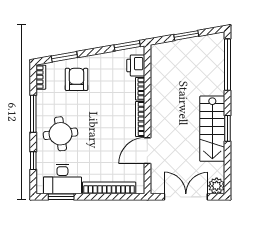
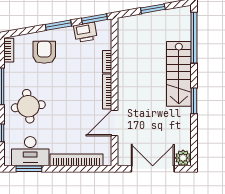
window: (64, 57) -> (58, 25), moved
printer: (136, 66) -> (85, 32), moved, turned -100
stairs: (212, 129) -> (179, 74), moved

